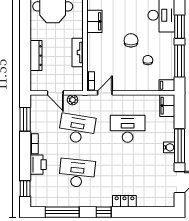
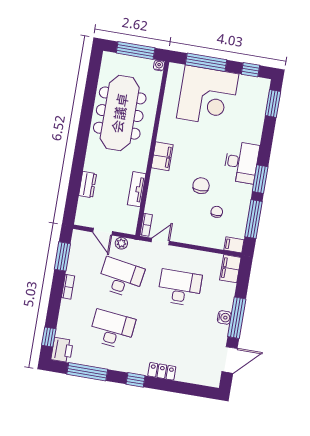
dresser: (36, 56) -> (88, 185), width x0.70
printer: (38, 165) -> (62, 350), moved

